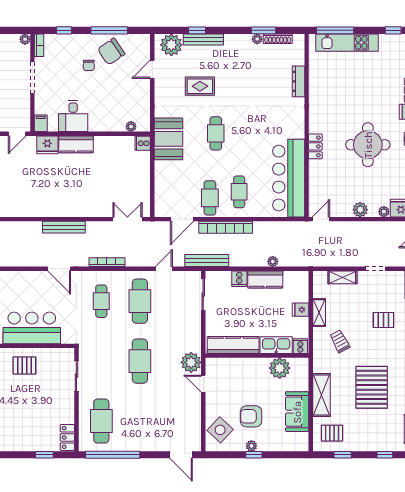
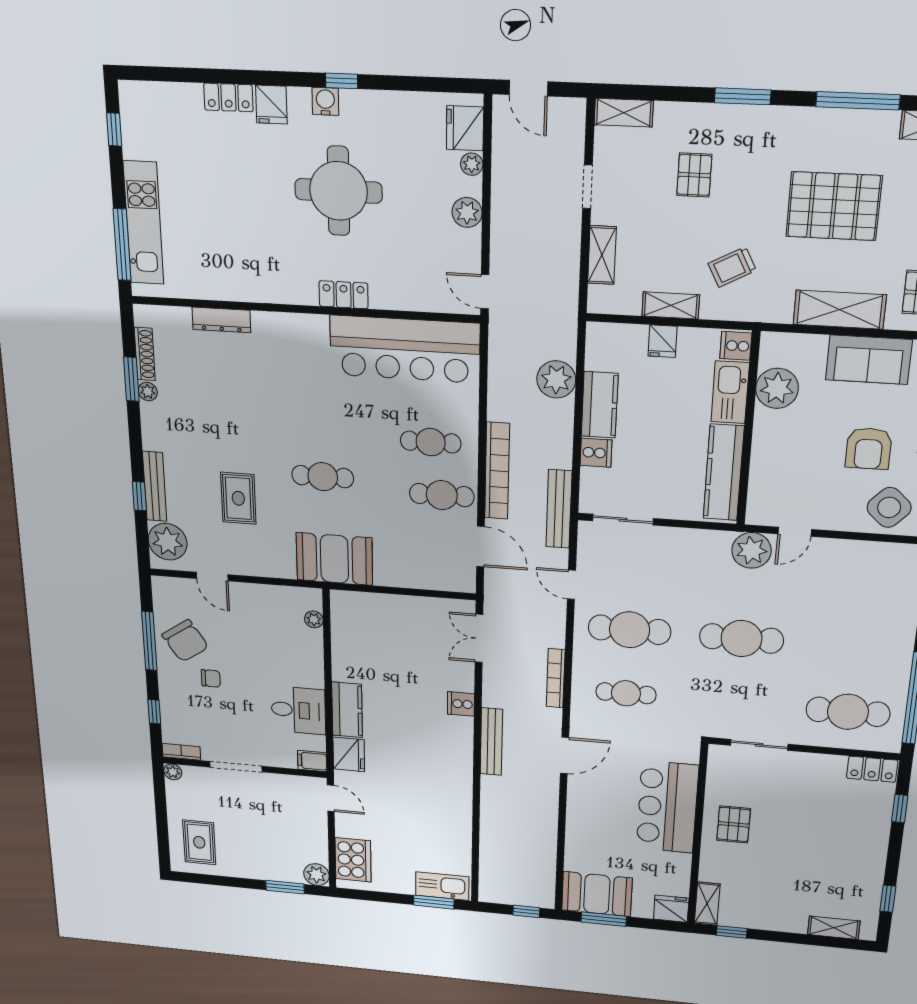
cooker: (143, 143) -> (461, 704), moved, turned 90
plant: (273, 261) -> (556, 379), width x1.87, depth x1.87

